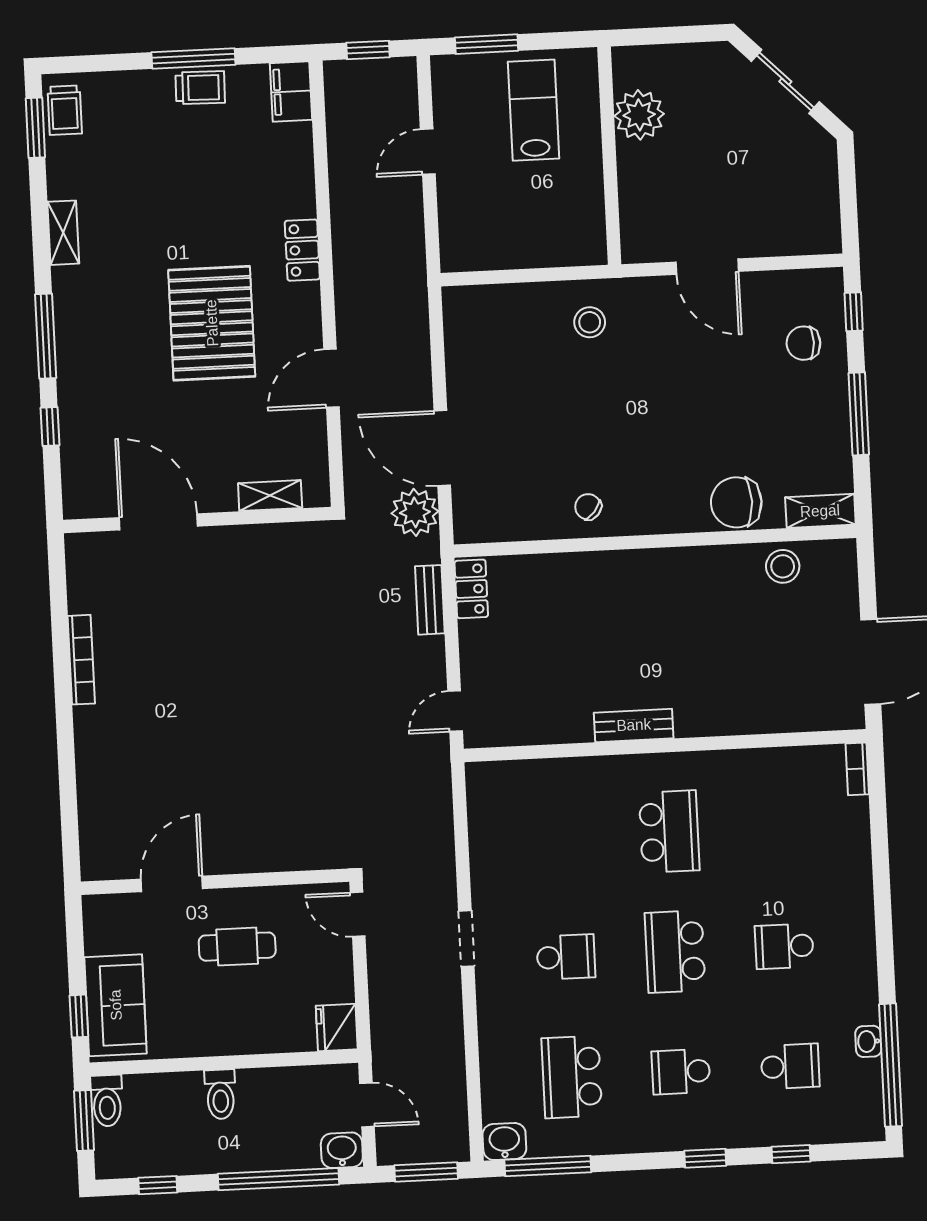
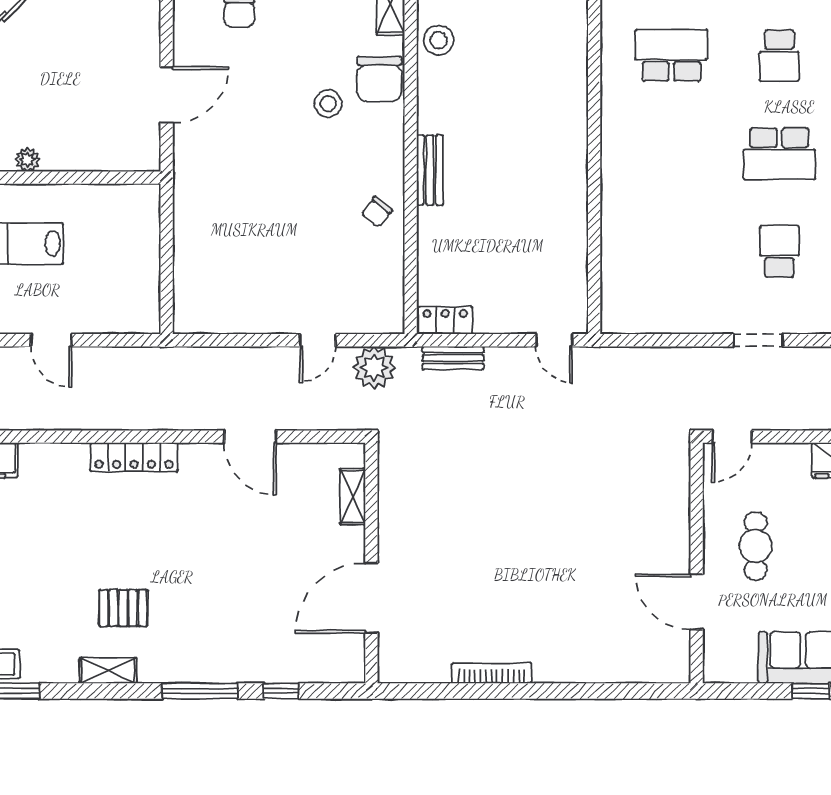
plant: (639, 115) -> (28, 160), width x0.53, depth x0.53
locker: (302, 250) -> (134, 457), width x1.53
stool: (590, 322) -> (328, 104), moved
pallet: (212, 323) -> (123, 608), moved, width x0.49, depth x0.50
door: (442, 448) -> (318, 340), width x0.53
bench: (634, 725) -> (430, 170), moved
school desk: (669, 832) -> (671, 55), moved

